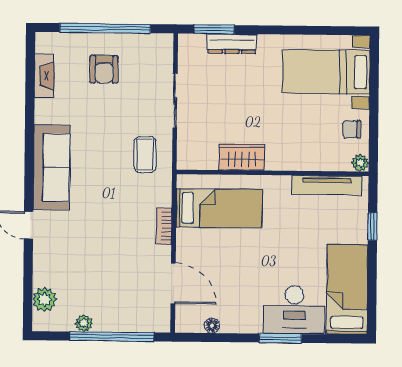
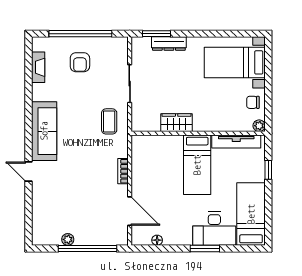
bed: (219, 208) -> (197, 165), moved, turned 90
plant: (44, 299) -> (40, 223), removed

